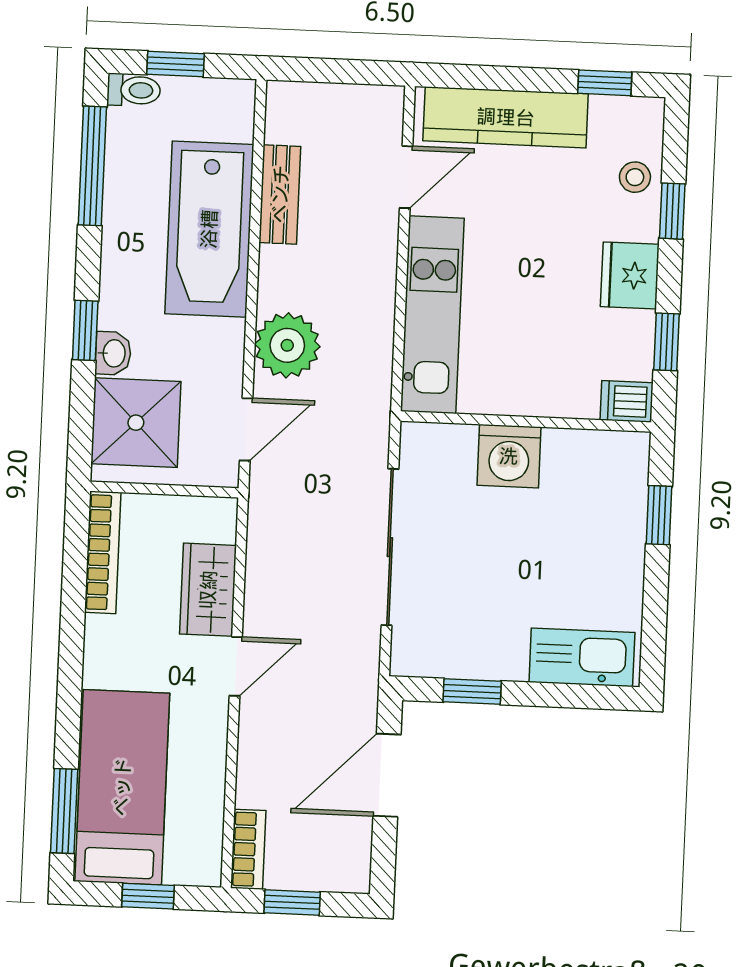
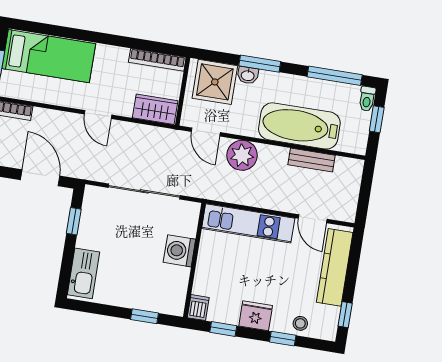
window: (85, 330) -> (260, 64), width x1.50
wardrobe: (208, 590) -> (155, 109), moved
window: (64, 811) -> (41, 28), removed

